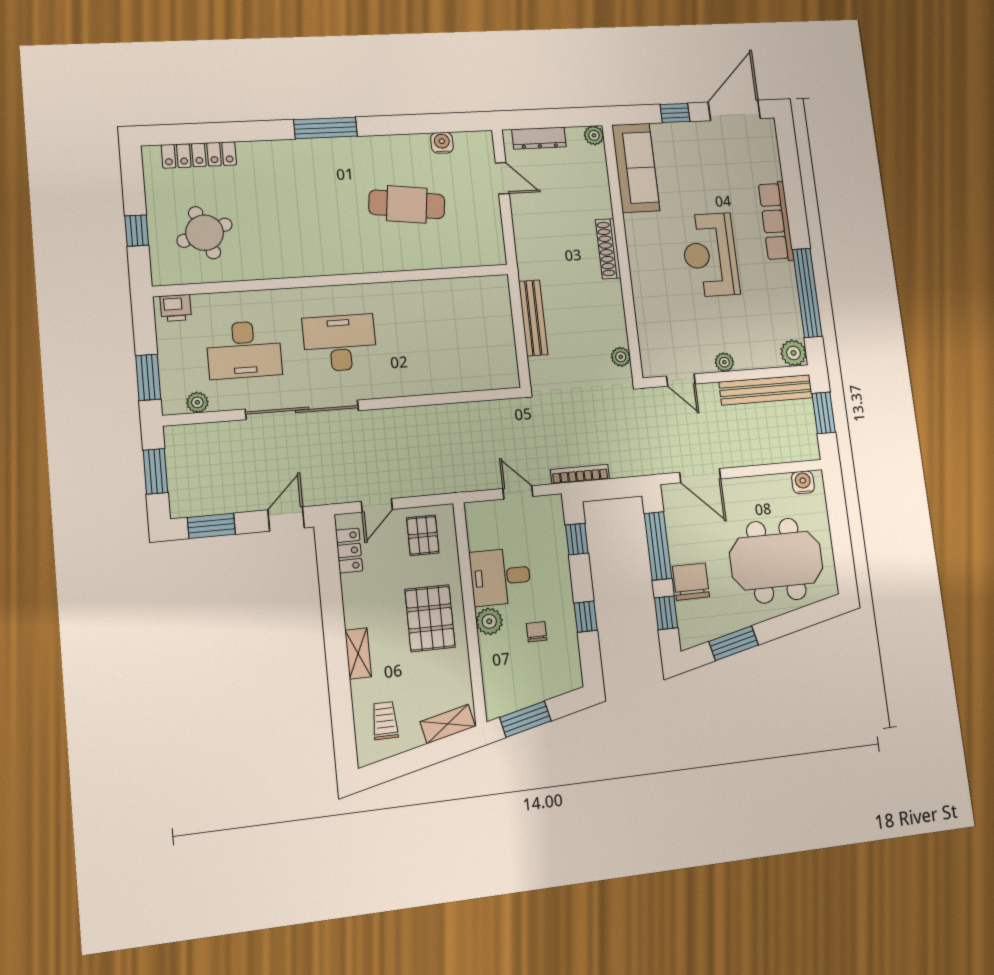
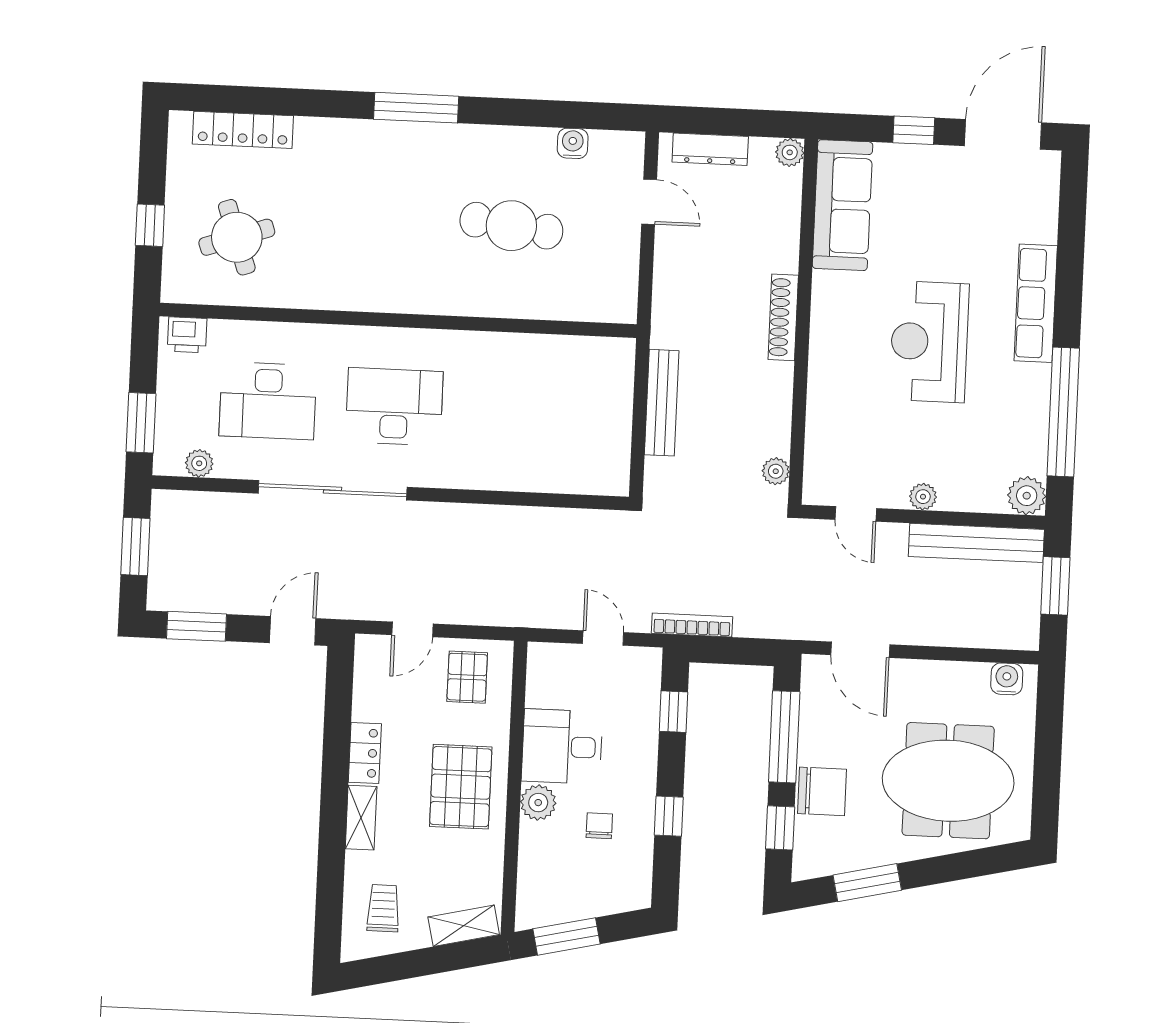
locker: (349, 550) -> (365, 753), moved
chair: (691, 582) -> (822, 791), turned 90

